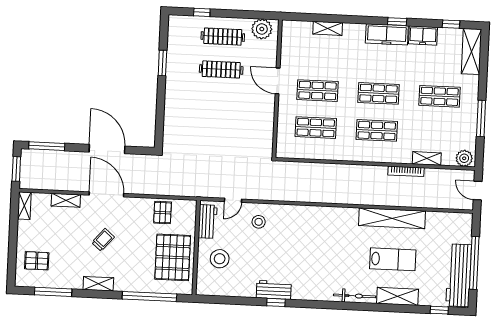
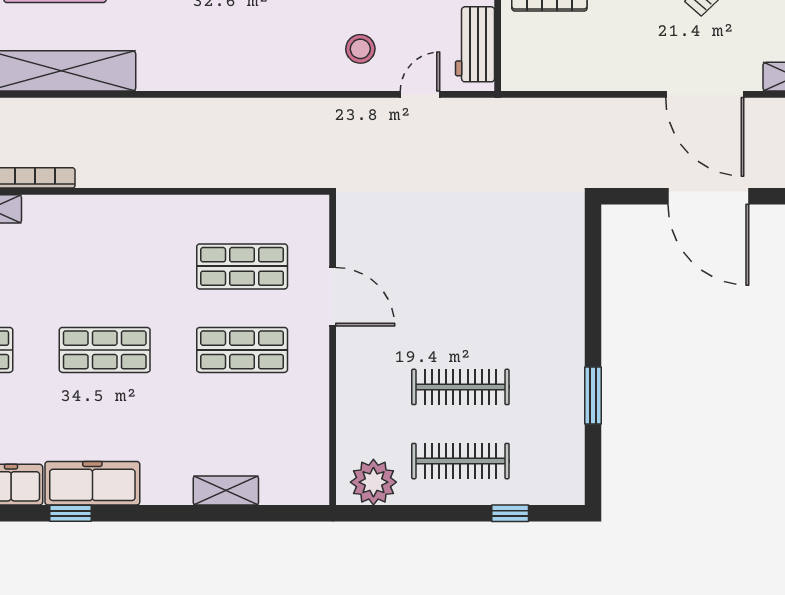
door: (278, 81) -> (333, 297), moved
shop shelf: (377, 130) -> (105, 266), removed
pallet: (163, 213) -> (577, 59), removed

